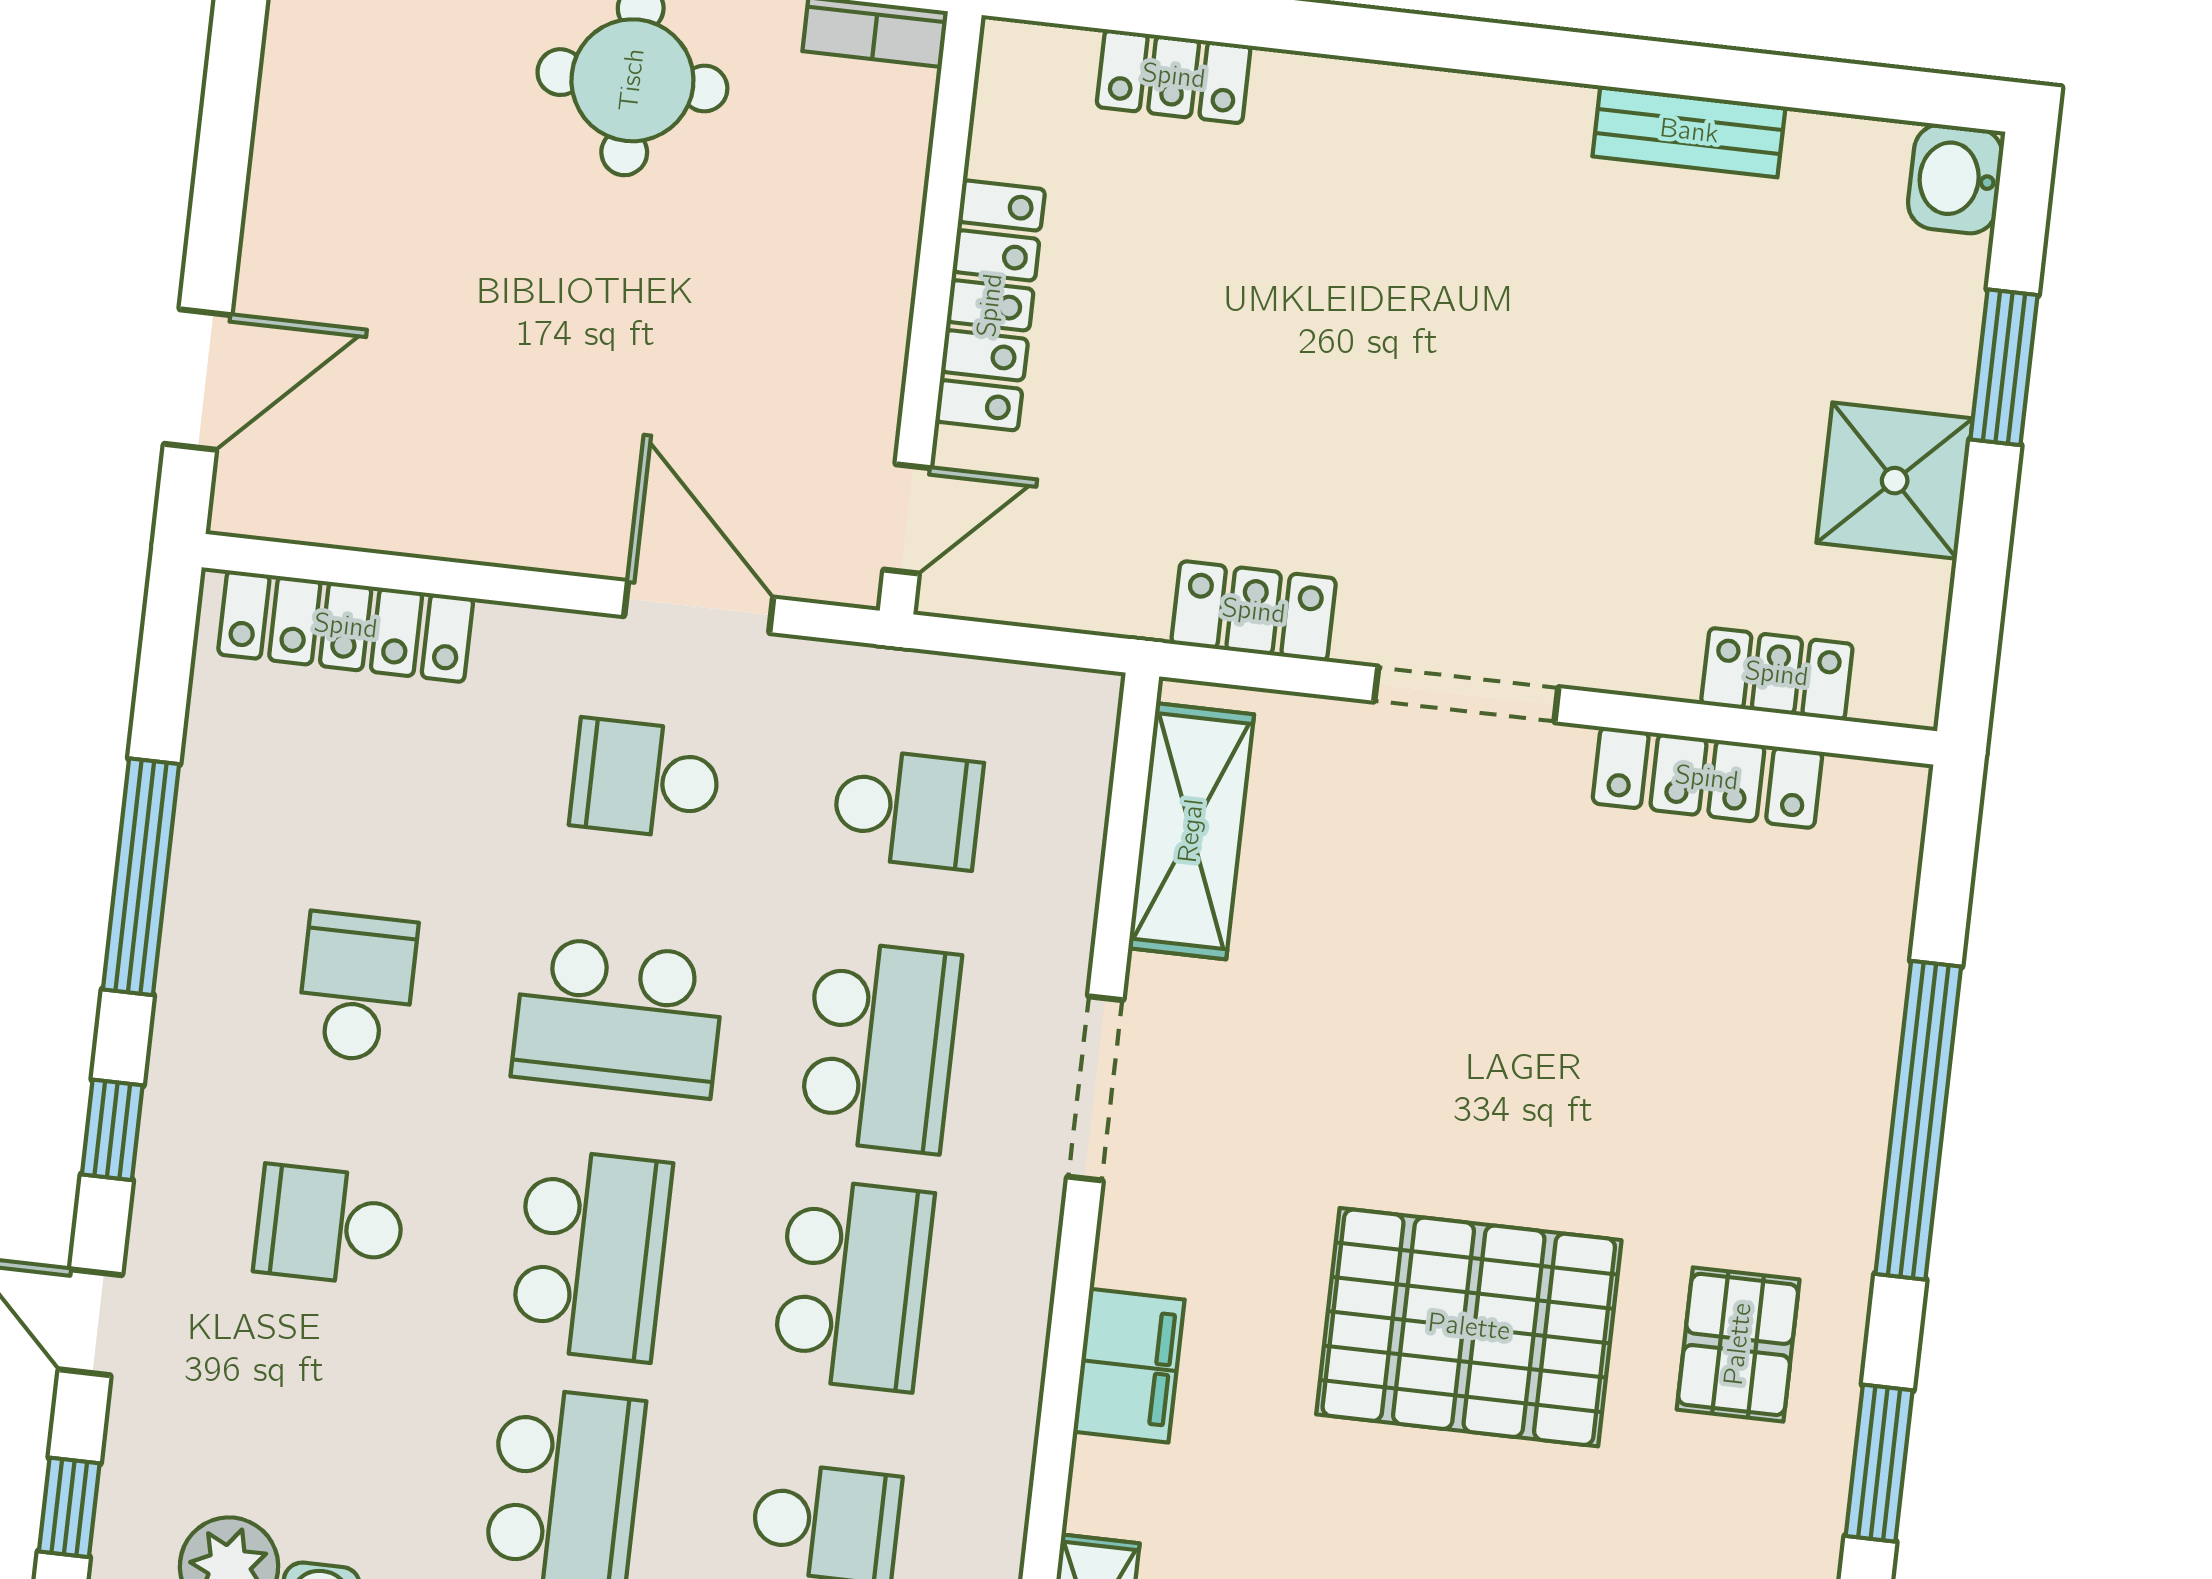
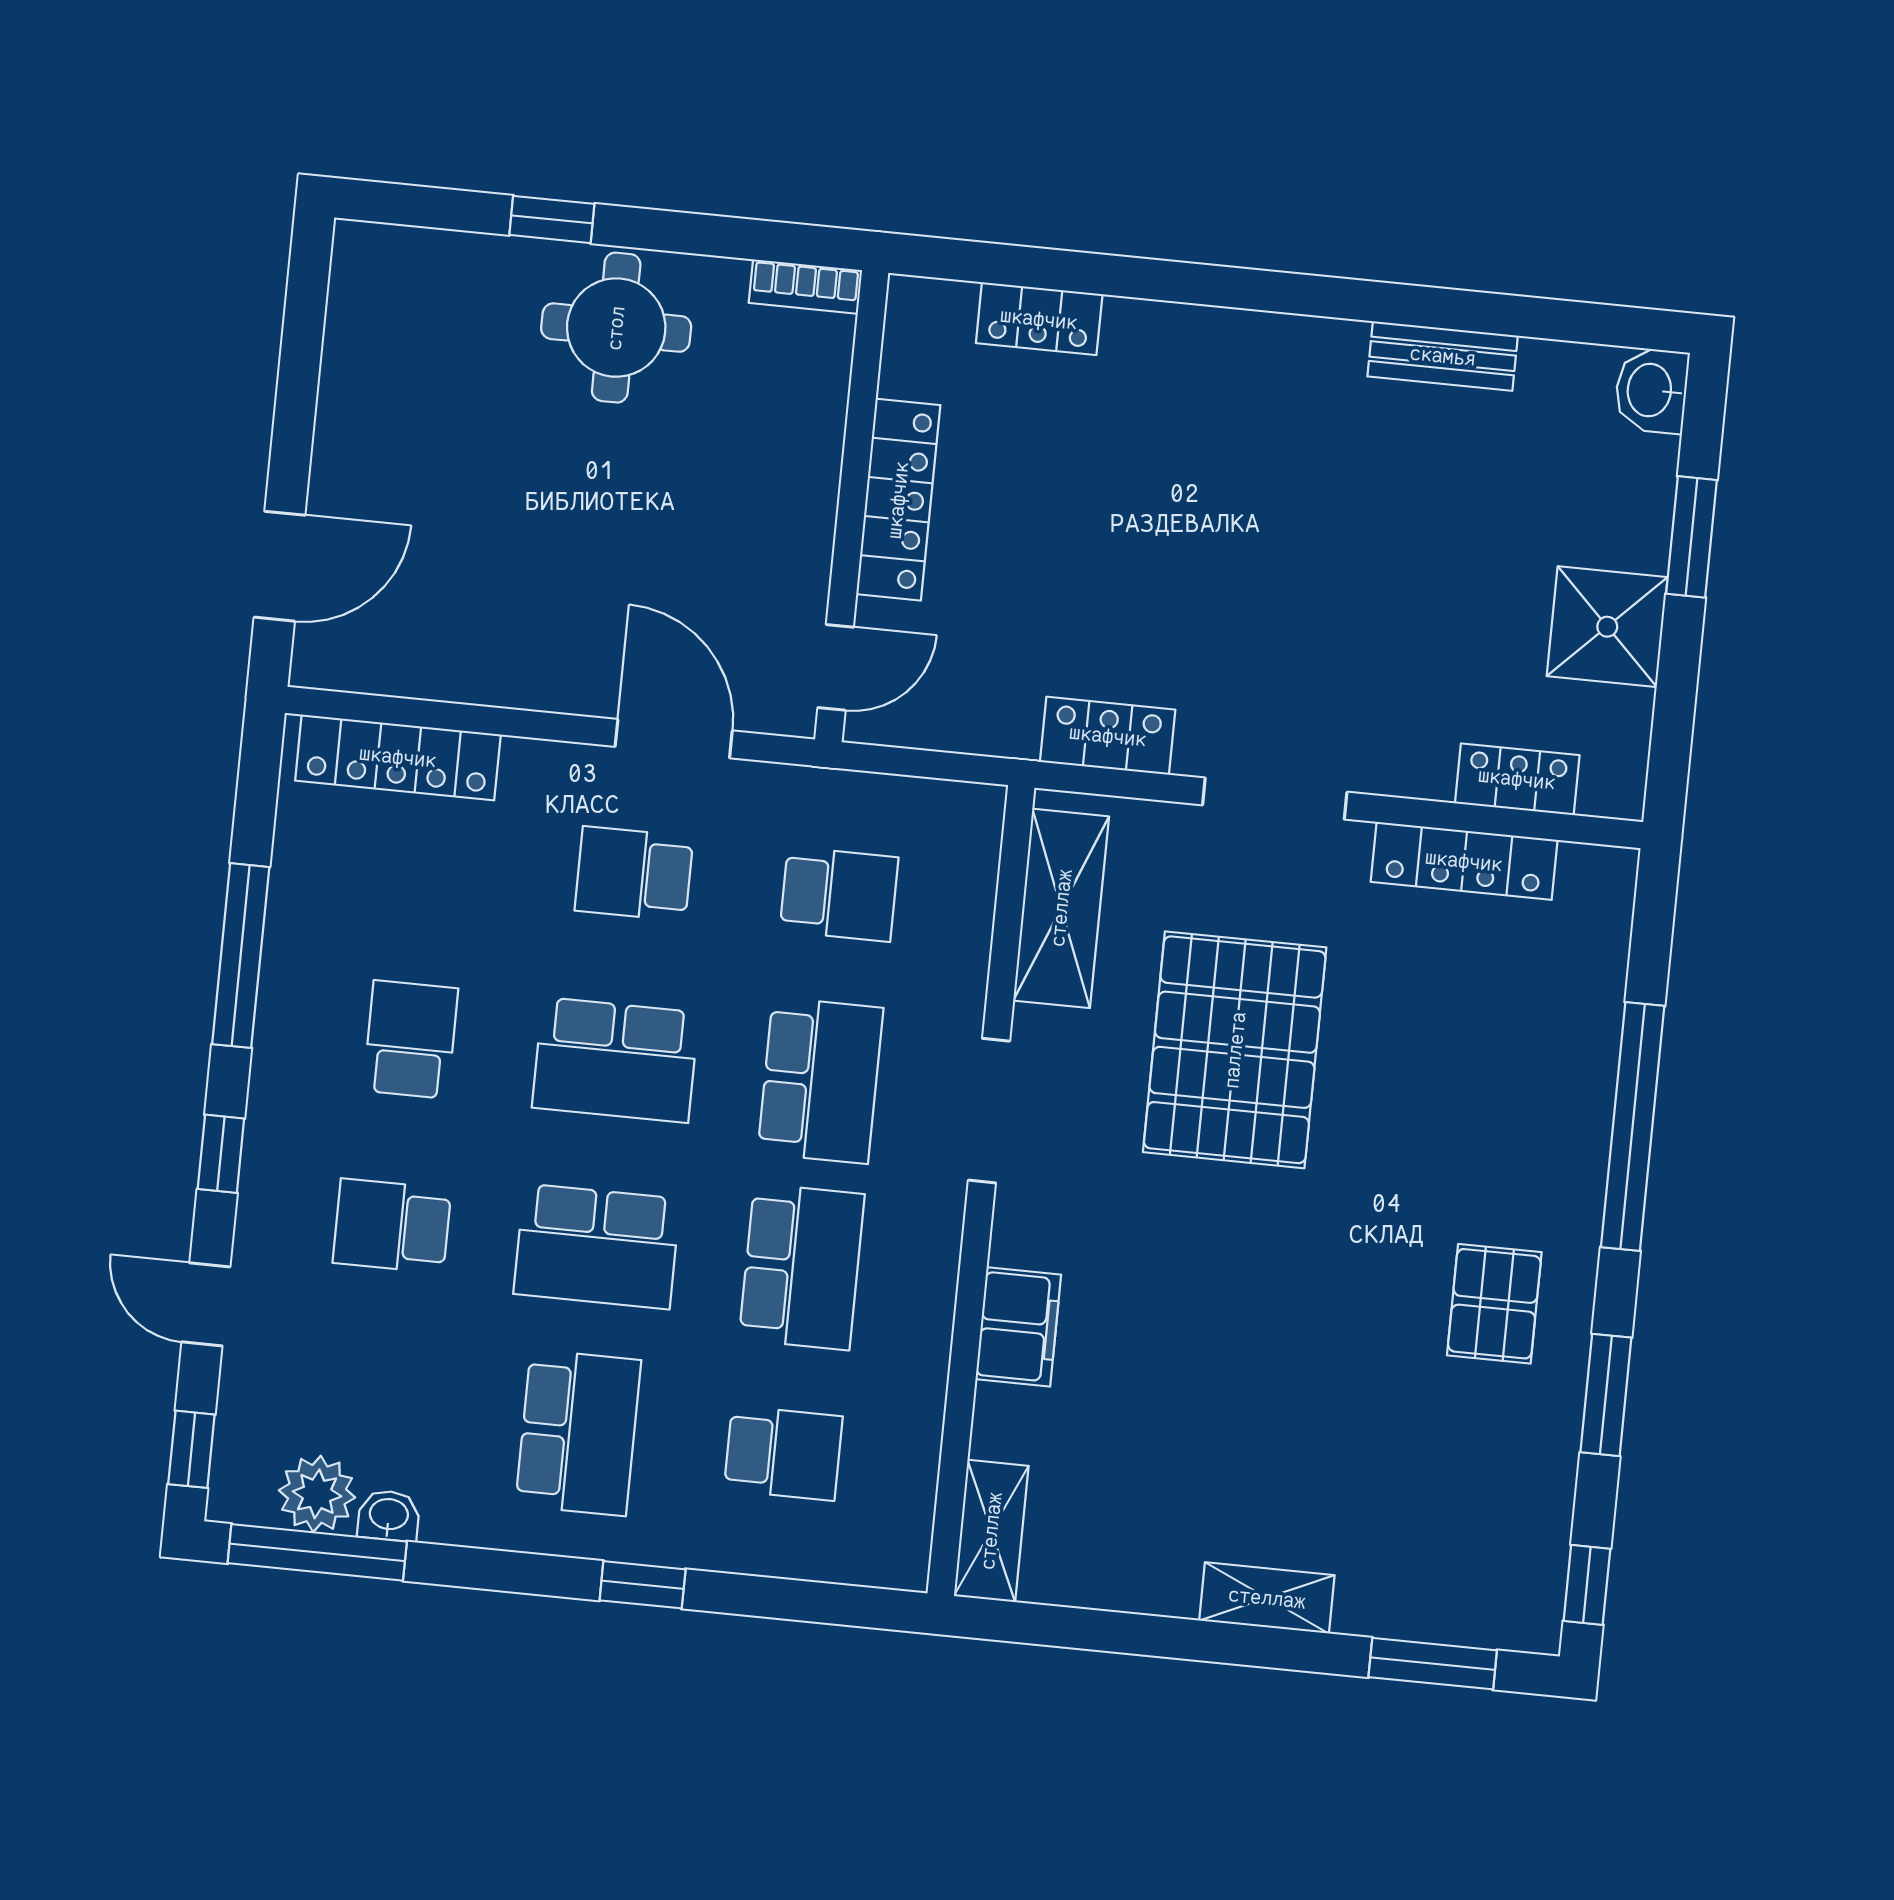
school desk: (591, 1255) -> (597, 1246), turned 90
pallet: (1469, 1327) -> (1235, 1050), moved, turned 90

